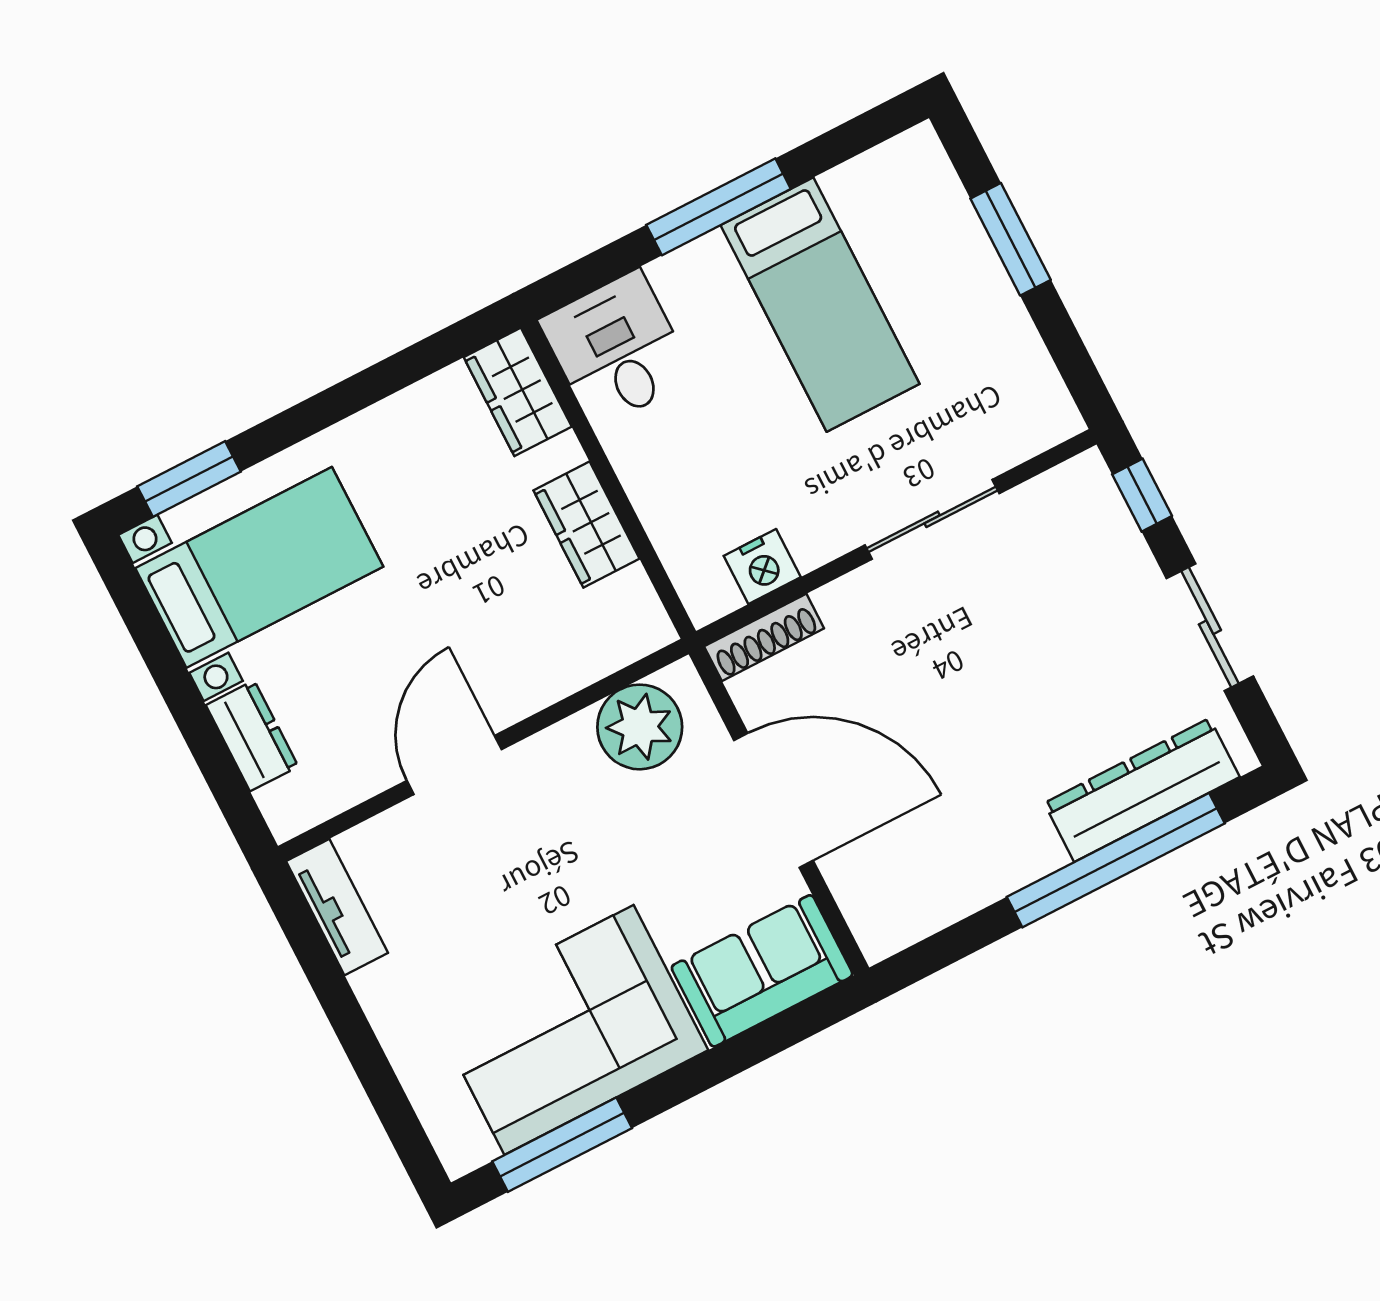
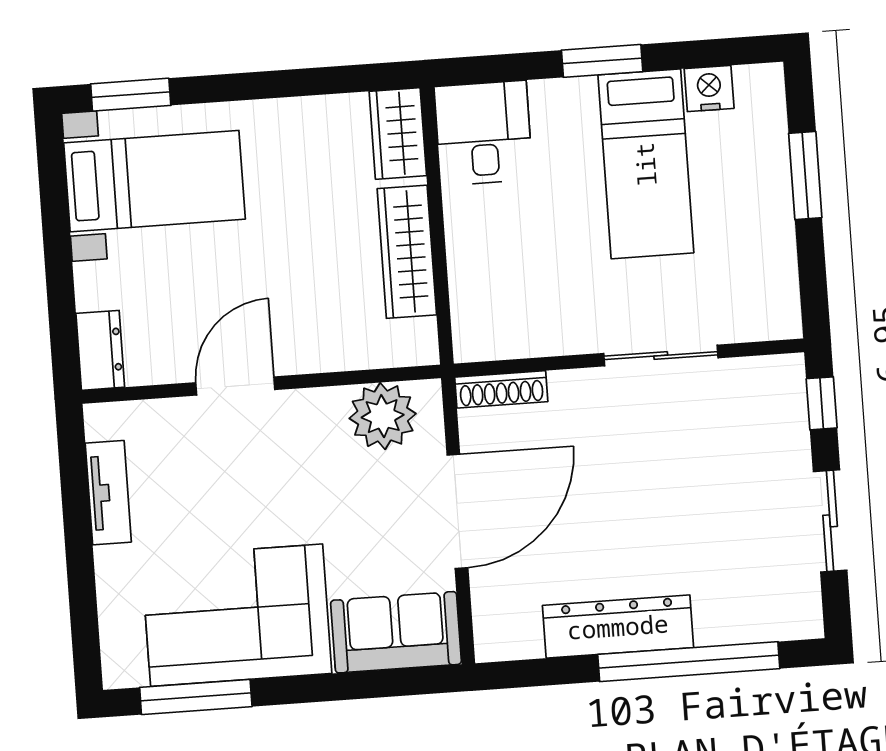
window: (719, 207) -> (602, 61), width x0.69
wardrobe: (586, 525) -> (407, 252), width x1.50
nightstand: (762, 567) -> (709, 88), moved, turned 180
dresser: (252, 736) -> (100, 350), moved
dresser: (1142, 790) -> (618, 627), moved
door: (774, 800) -> (457, 511), hinge flipped
tv unit: (337, 907) -> (108, 493), moved

